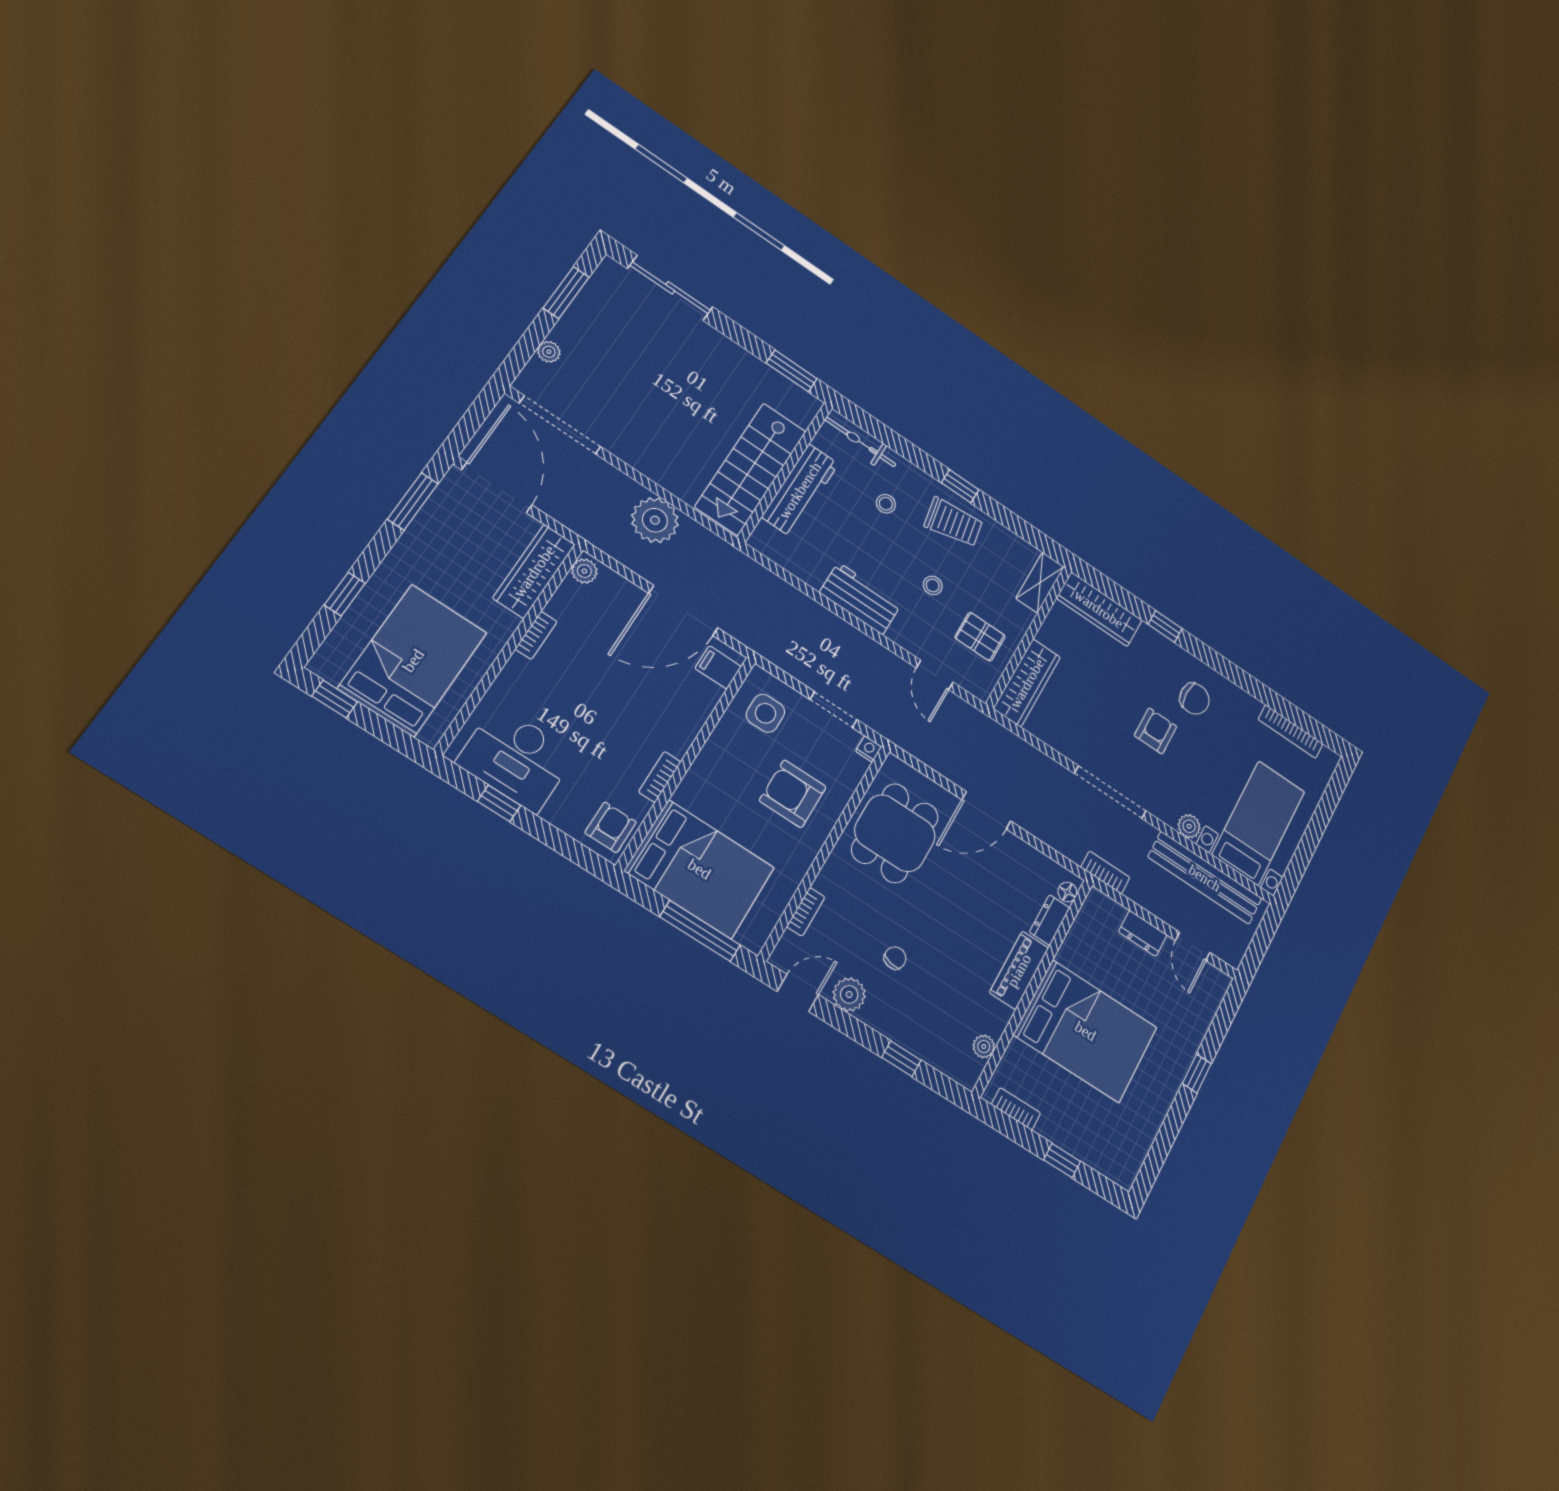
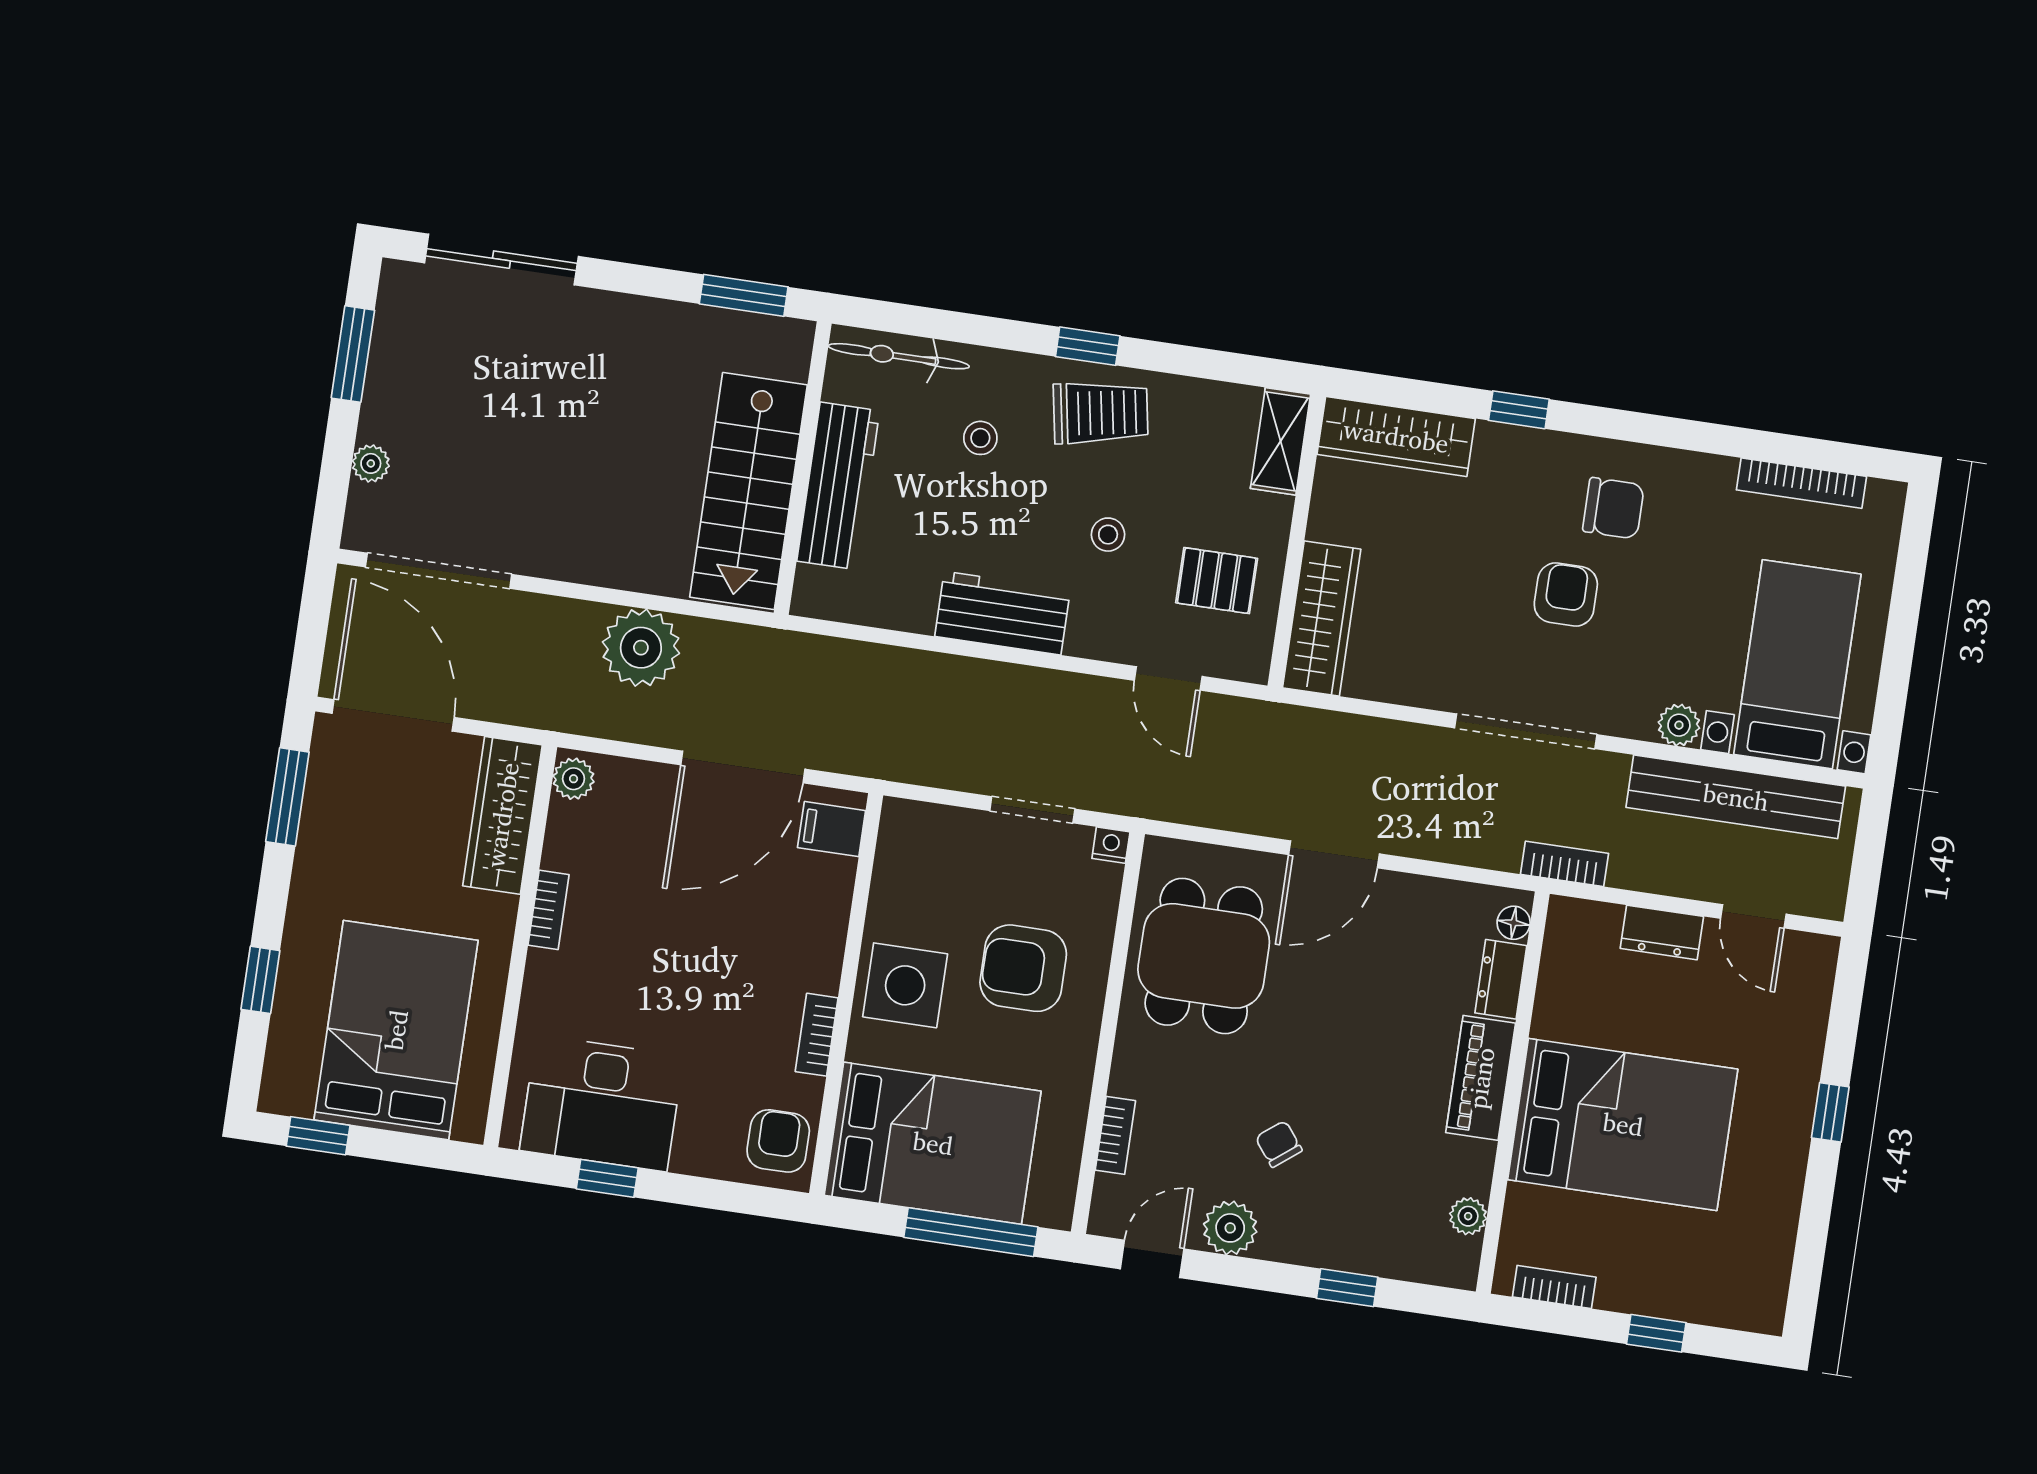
side table: (765, 713) -> (905, 985), moved, width x1.37, depth x1.37
chair: (895, 958) -> (1279, 1144), turned -49

